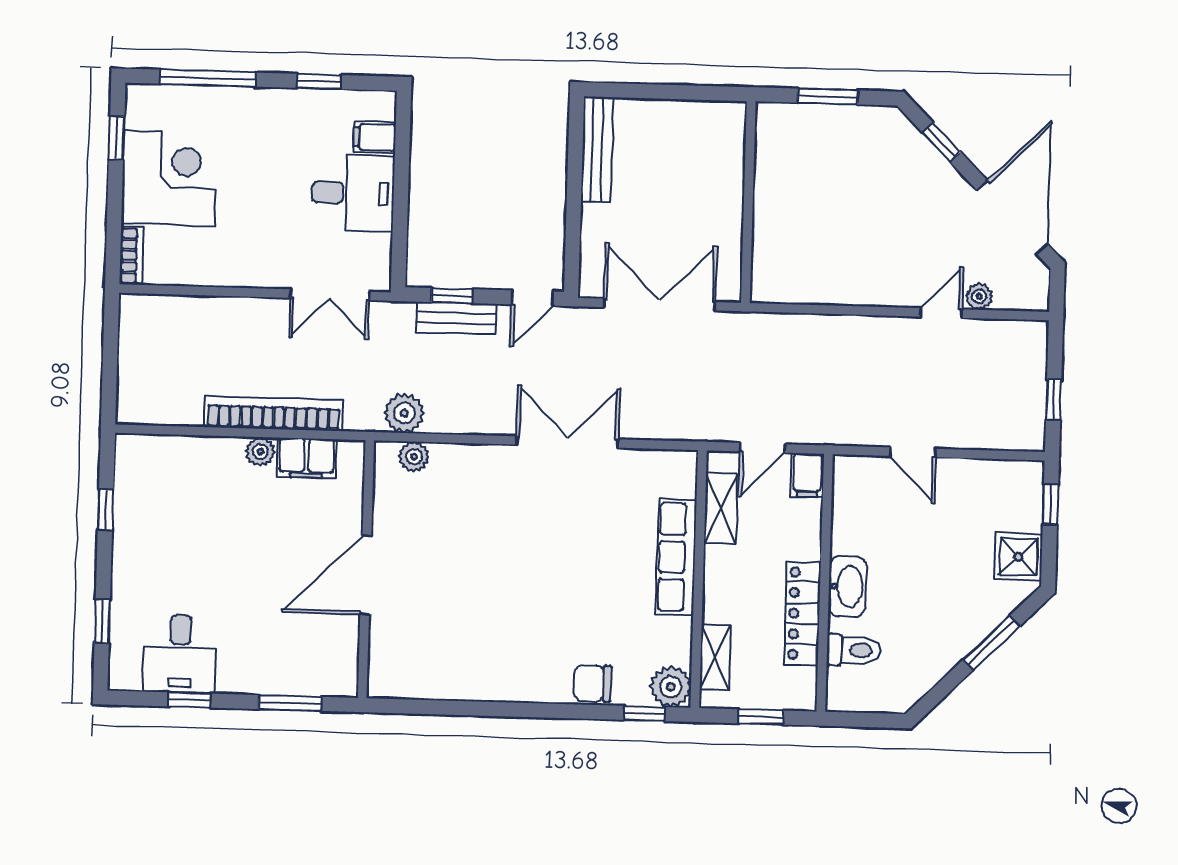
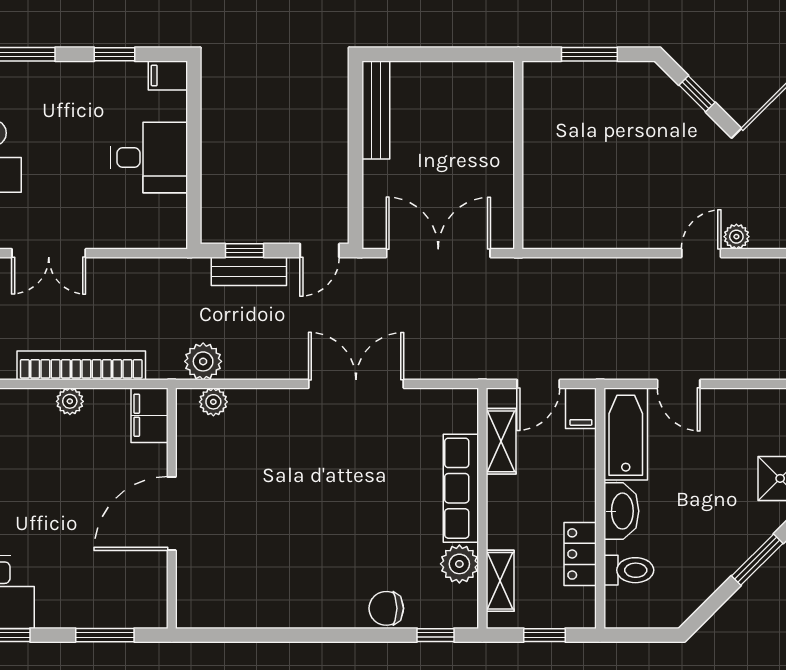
filing cabinet: (375, 137) -> (168, 75), moved
double door: (330, 295) -> (49, 253), moved
filing cabinet: (307, 458) -> (150, 415), moved, turned 90
bathtub: (854, 504) -> (626, 434), added
locker: (802, 613) -> (580, 554), width x0.66
plant: (671, 687) -> (459, 564), moved

